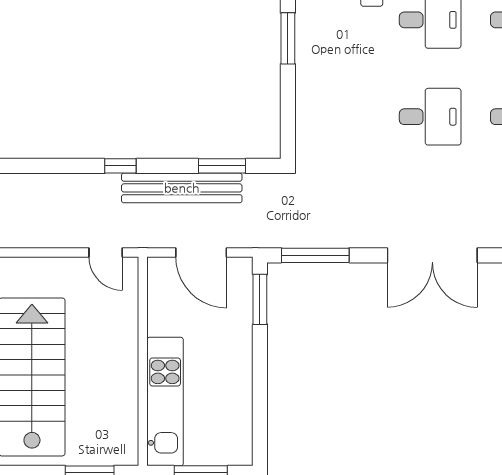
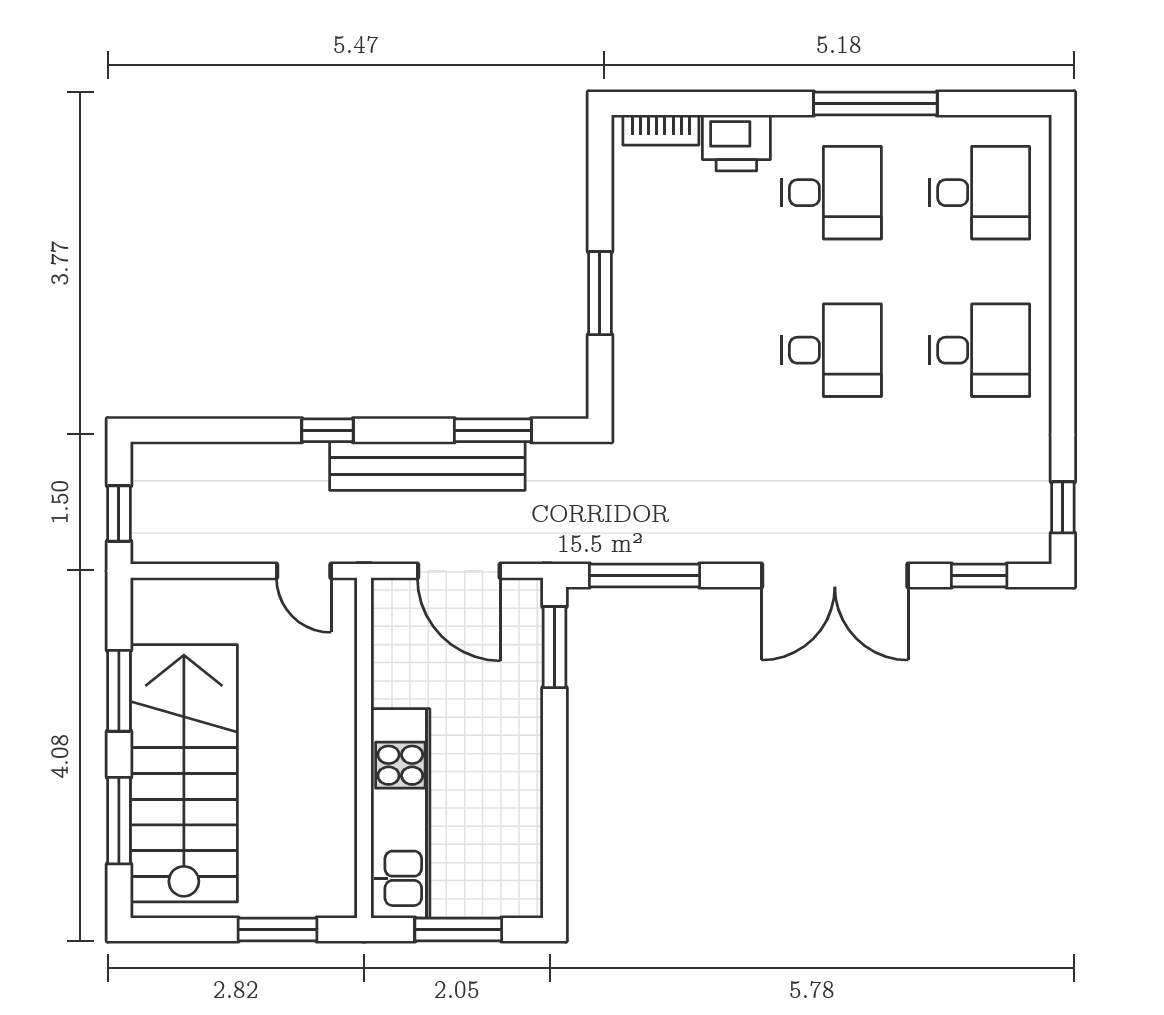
window: (288, 38) -> (600, 293), moved

